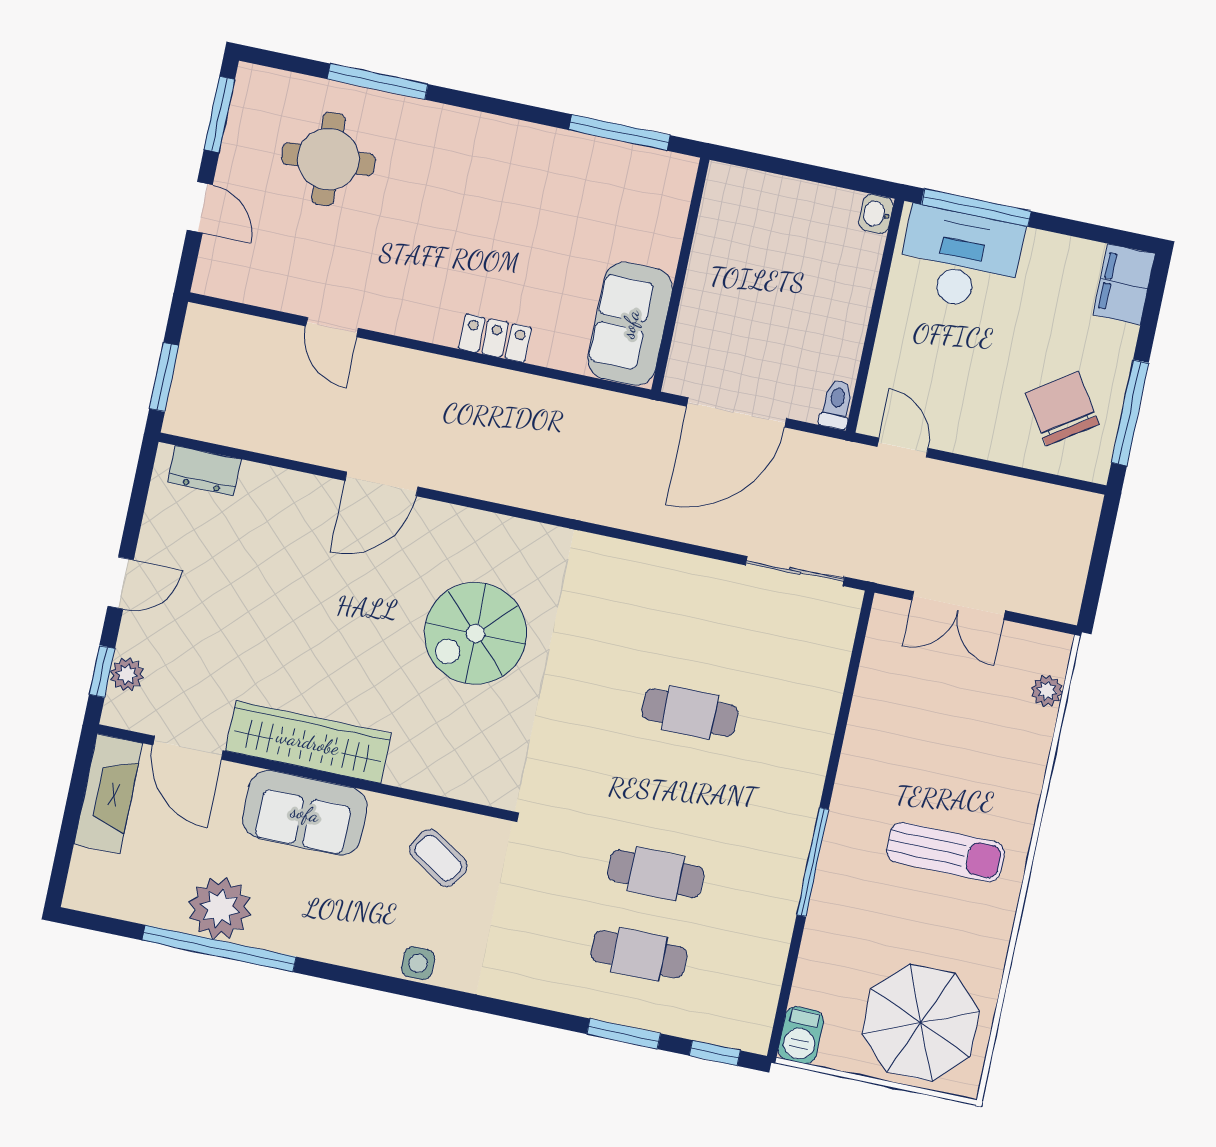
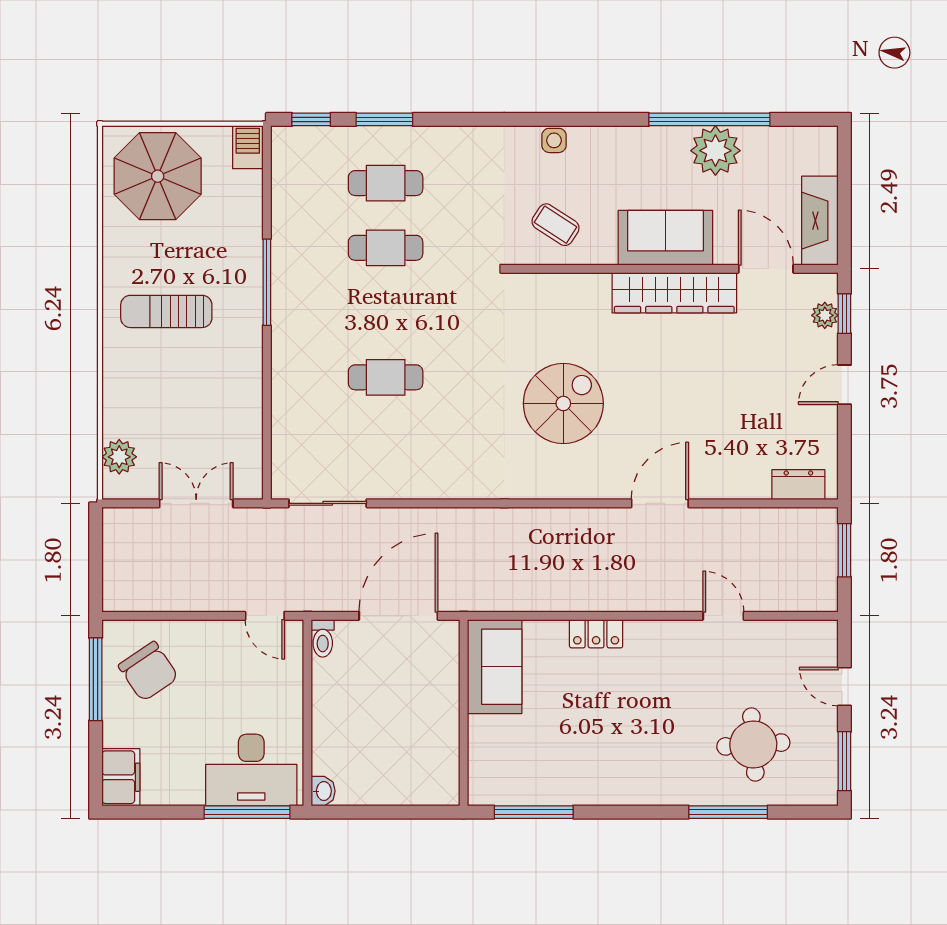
plant: (1047, 691) -> (119, 457), width x1.38, depth x1.38

